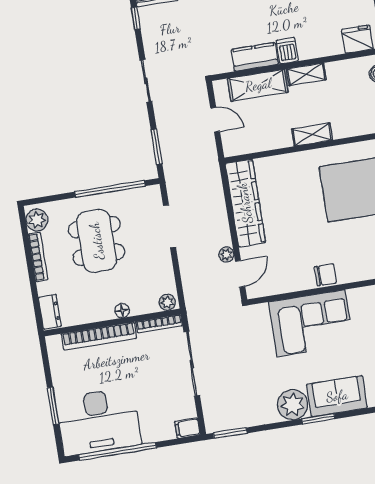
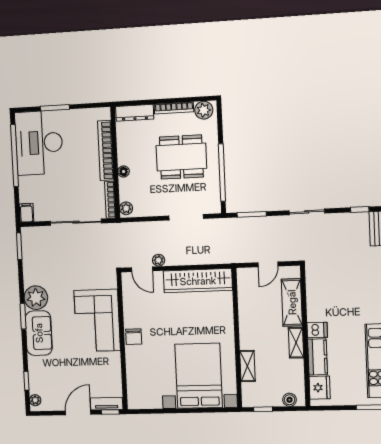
kitchen counter: (255, 57) -> (317, 357), moved
shelving: (312, 135) -> (247, 366), moved
dresser: (50, 312) -> (135, 113), width x1.44

